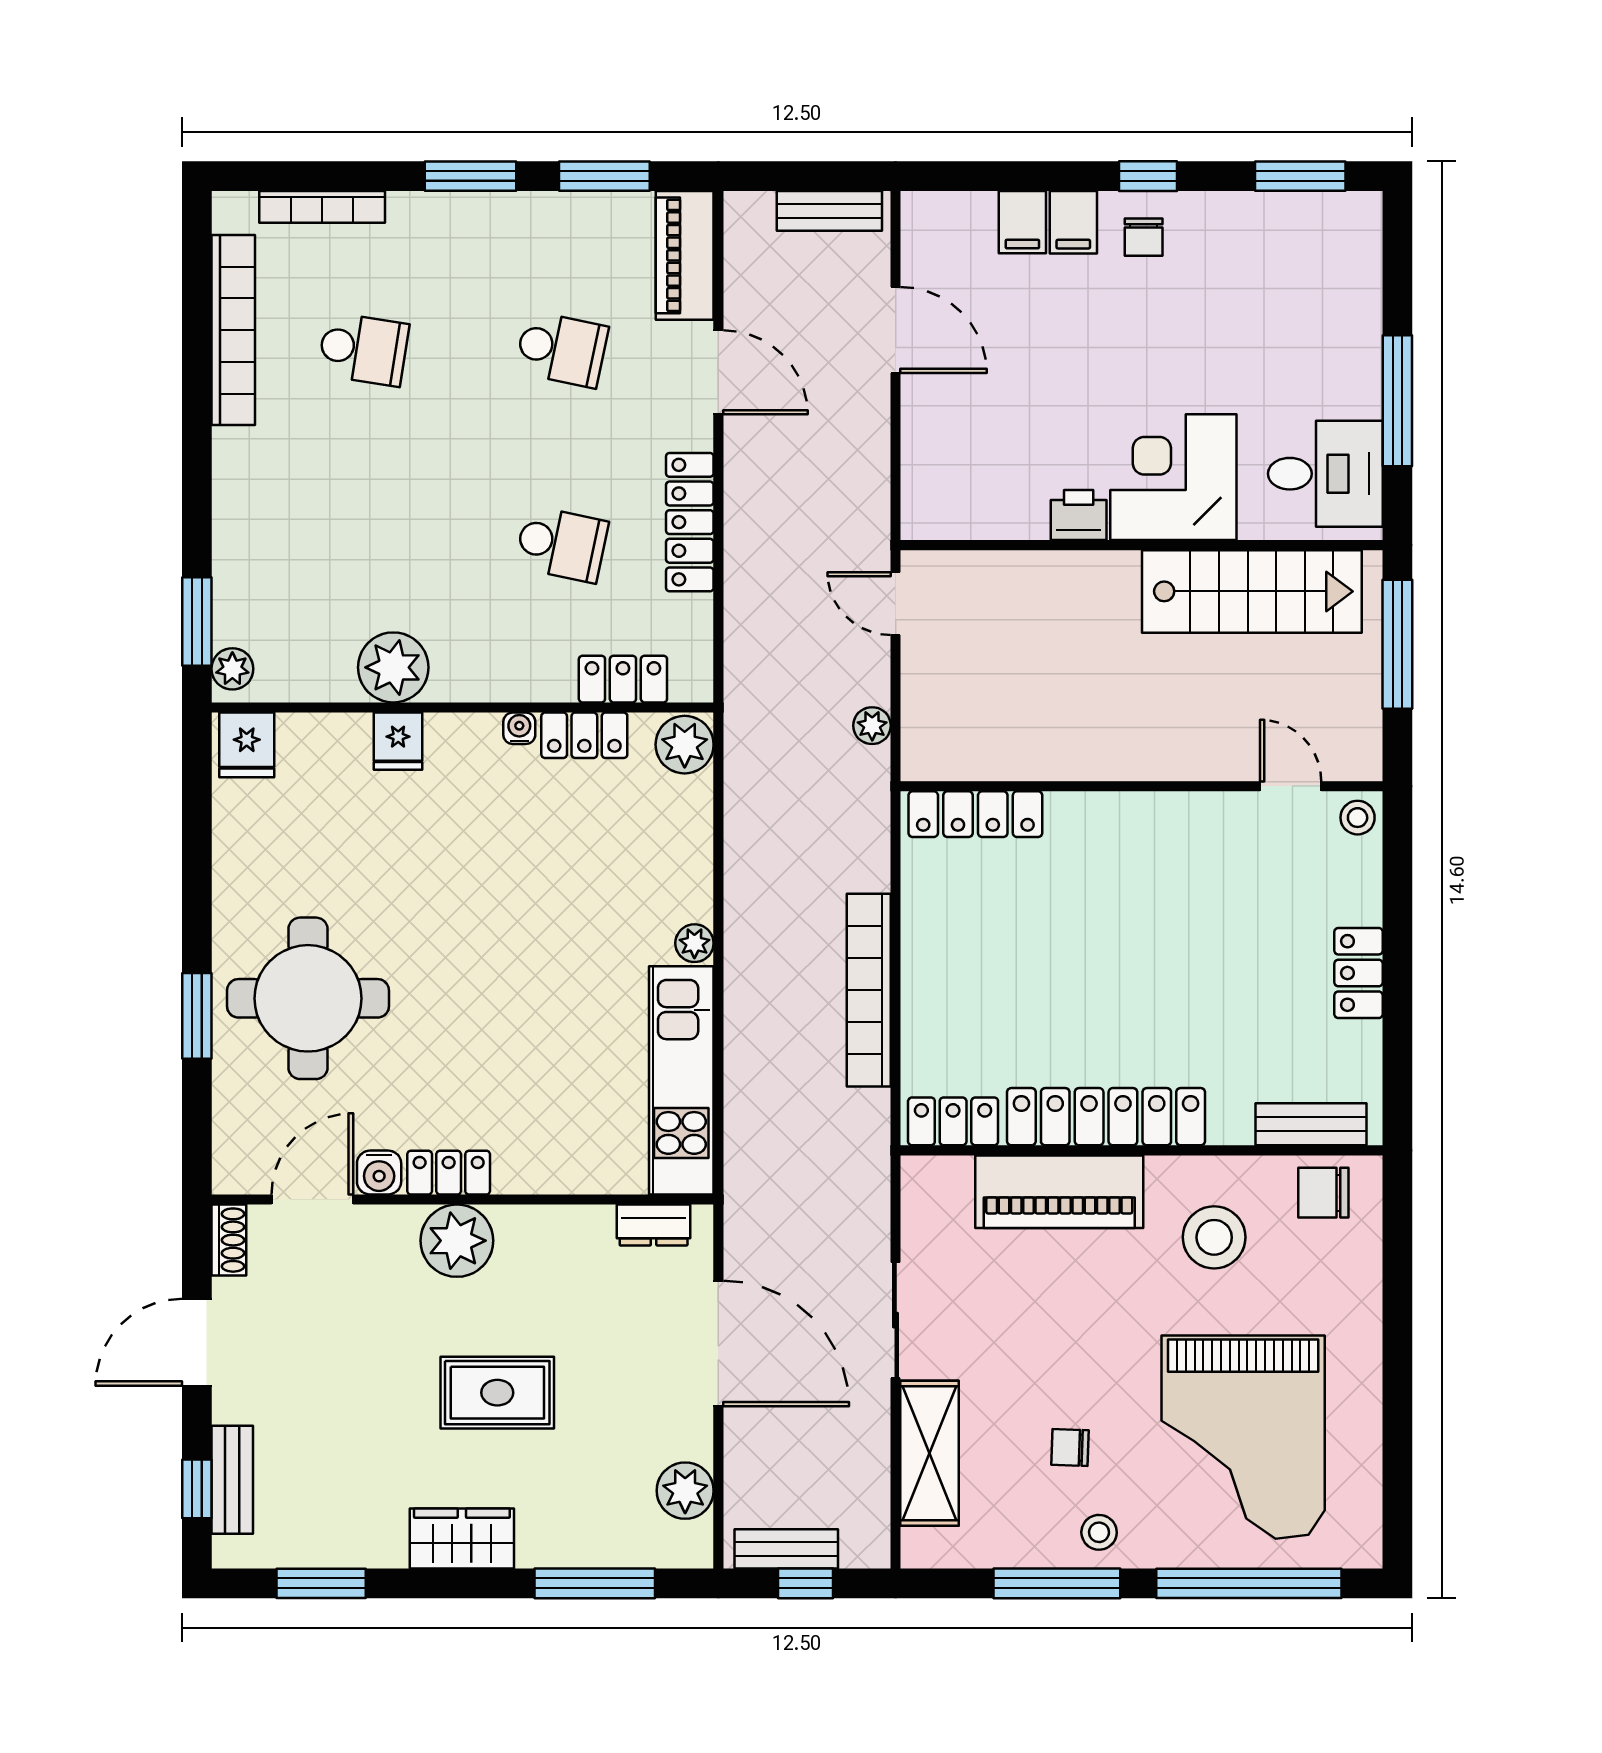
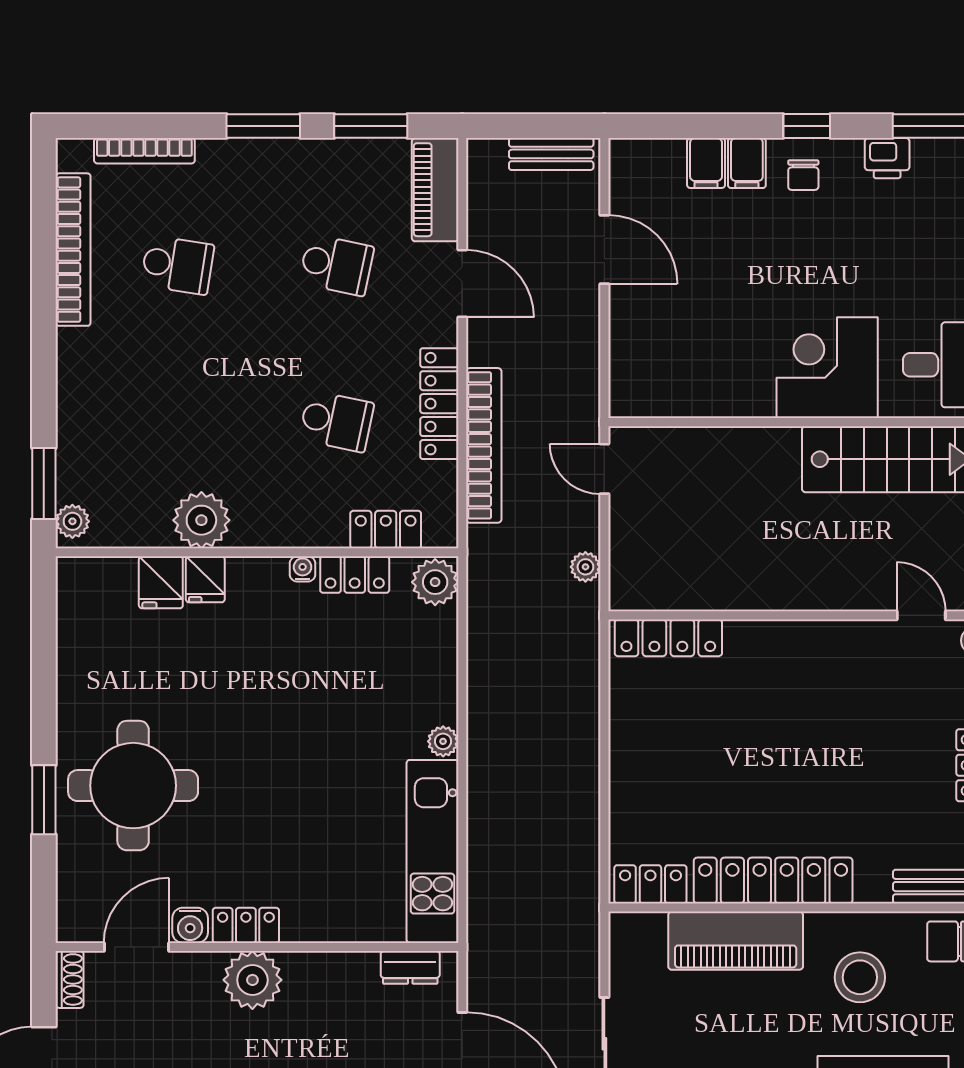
printer: (1079, 515) -> (887, 158), moved, turned 180
fridge: (247, 745) -> (161, 582), moved
bookcase: (869, 990) -> (484, 445), moved, turned 180

